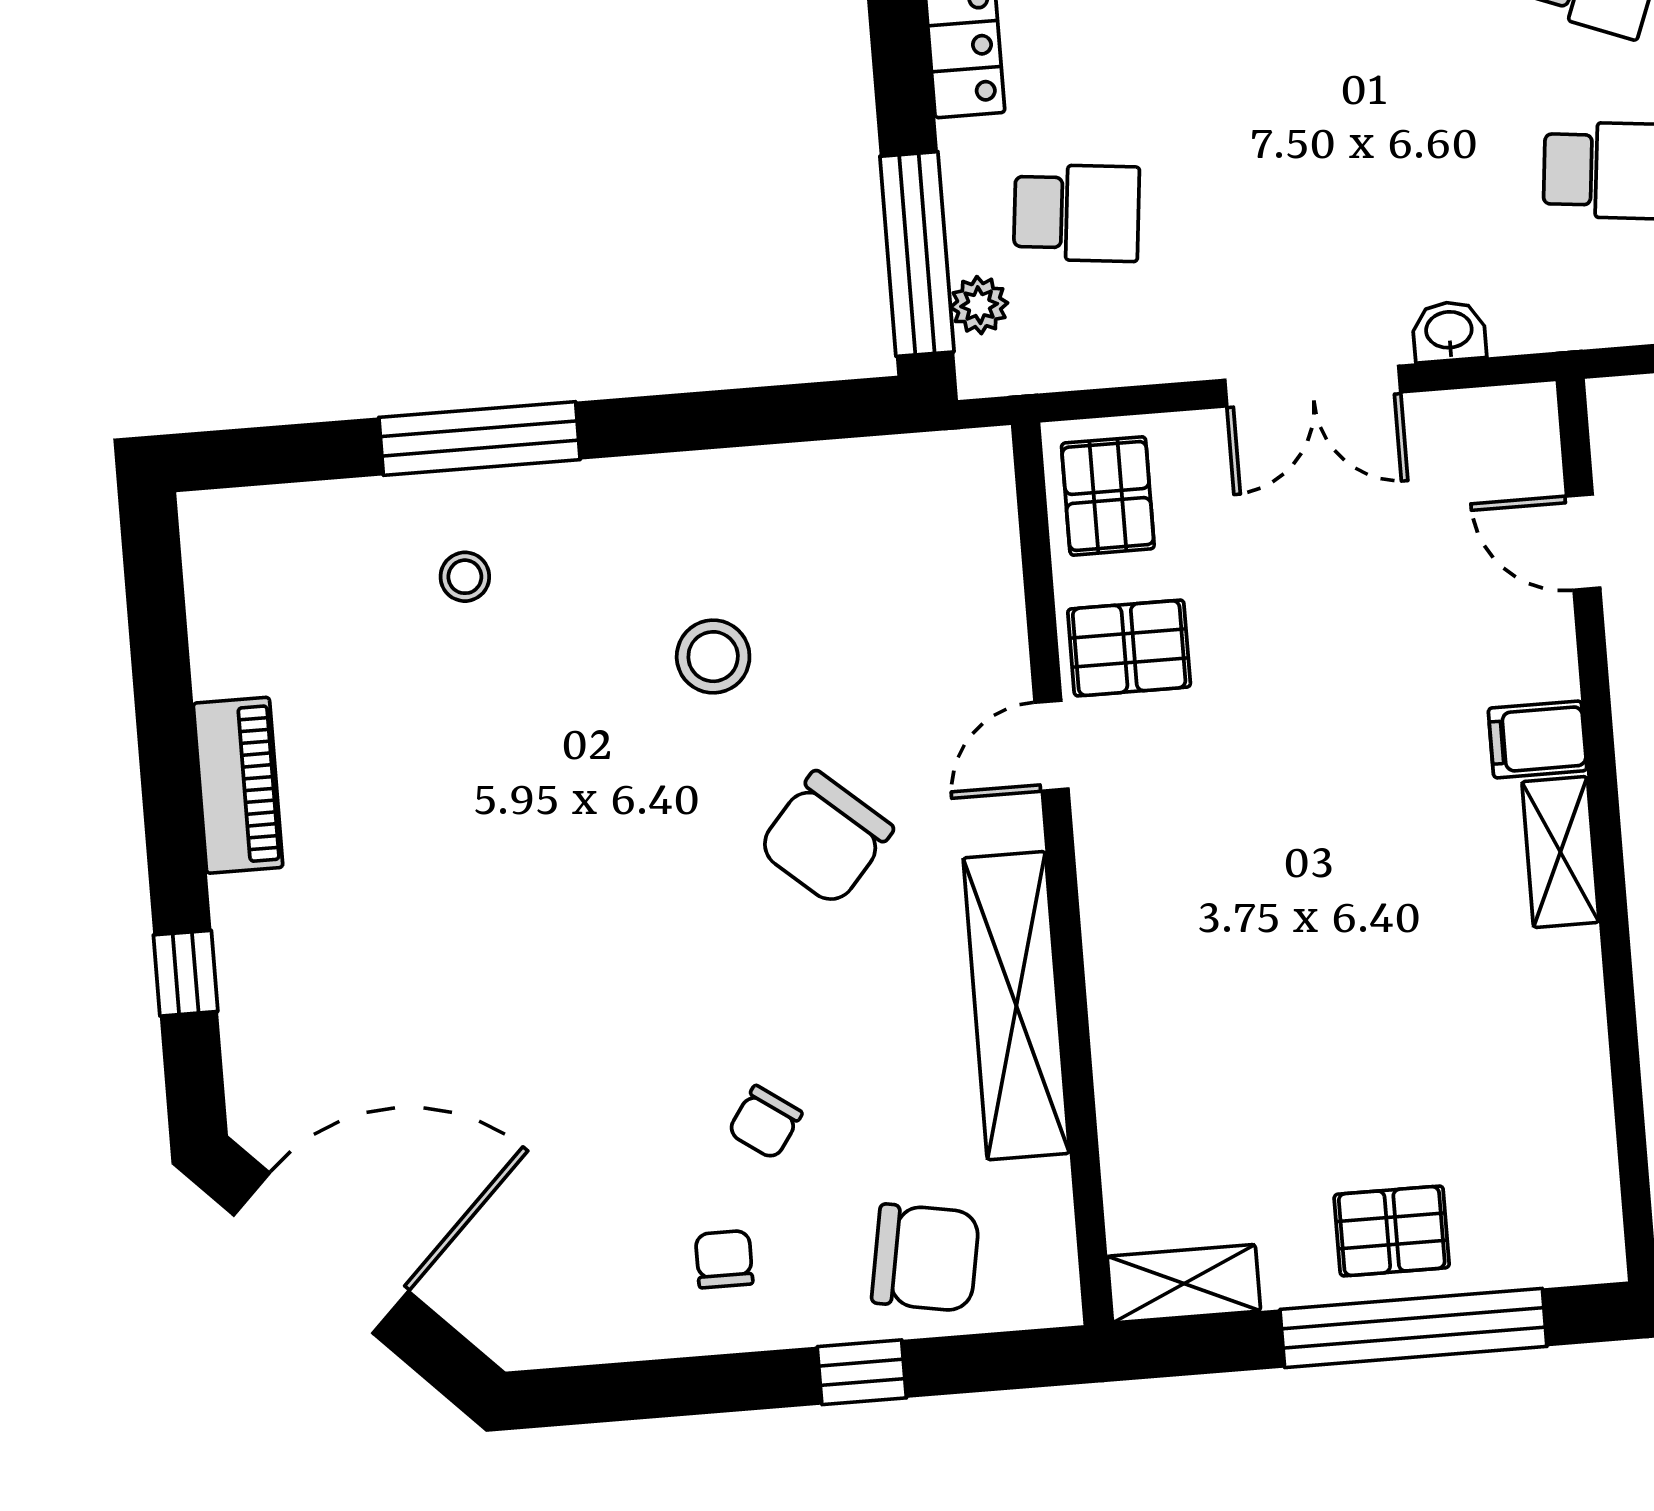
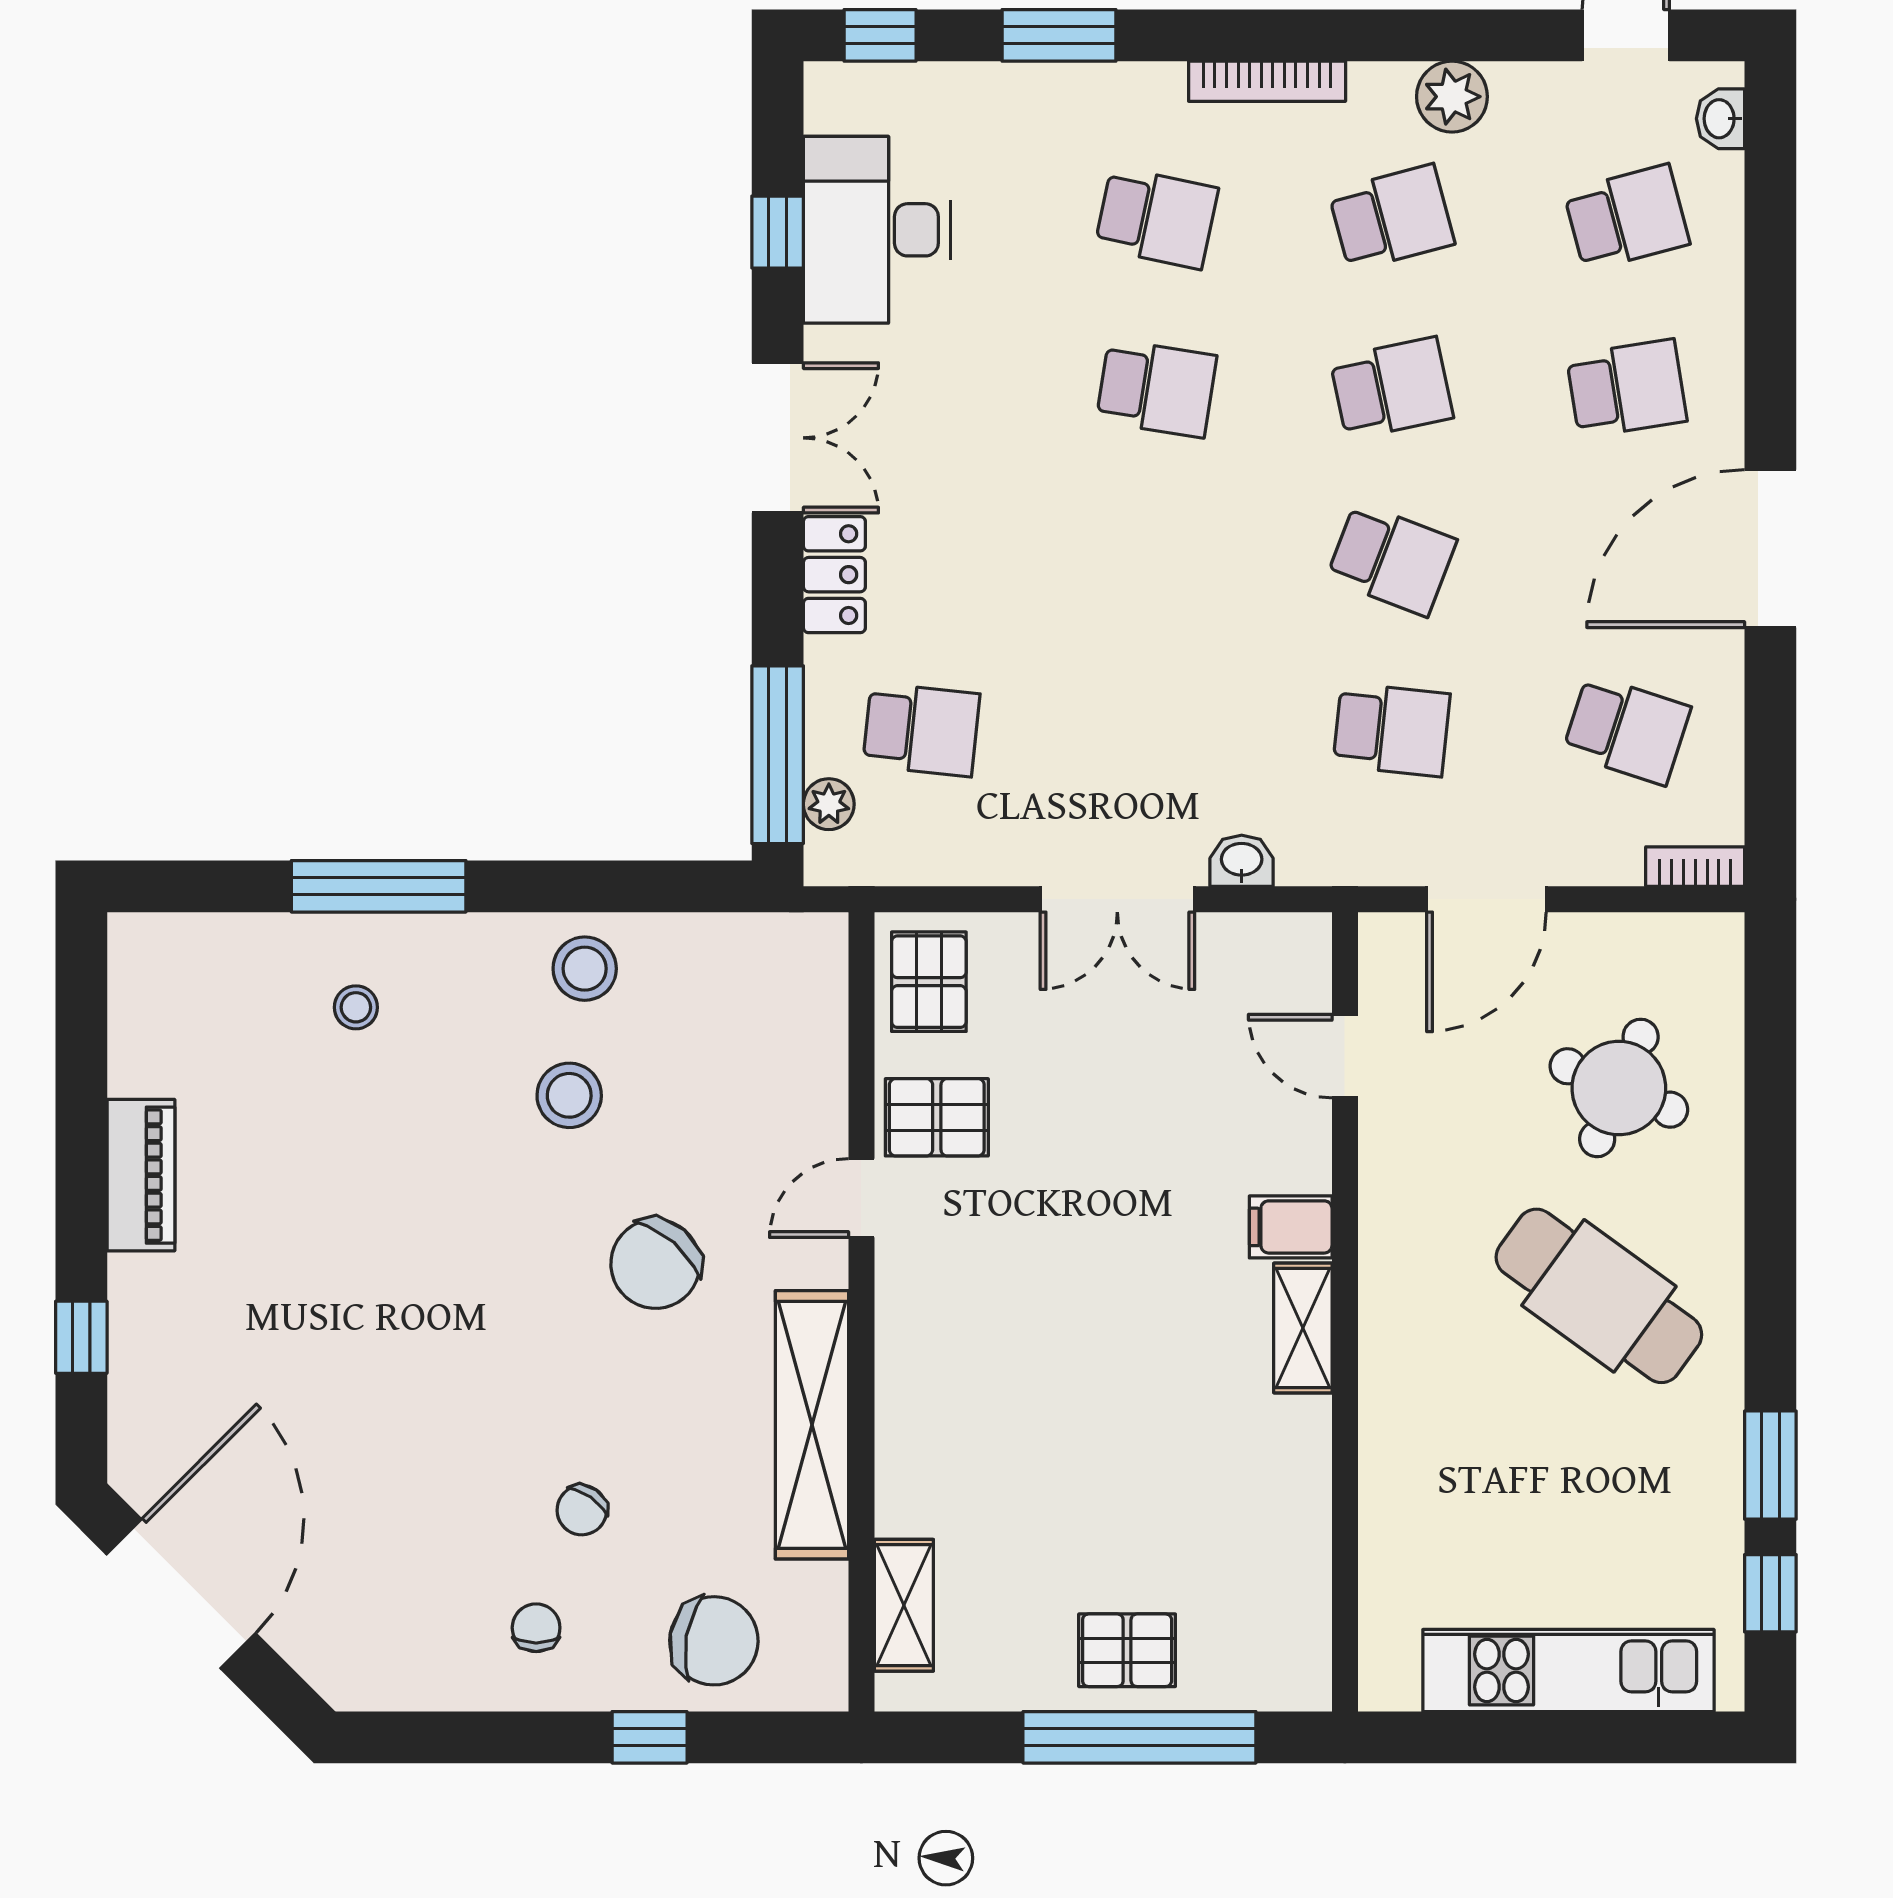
stool: (719, 512) -> (585, 969), added
door: (321, 1253) -> (181, 1594), hinge flipped
shelving: (1184, 1284) -> (904, 1605), moved, turned 90

